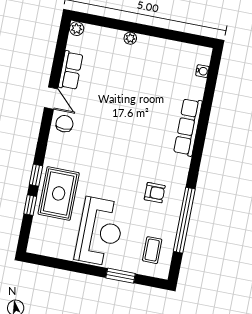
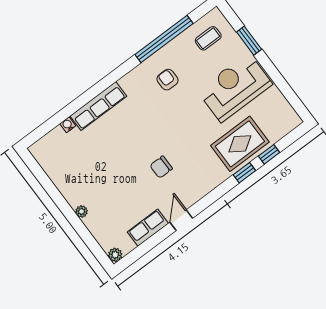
water cooler: (202, 71) -> (68, 125), moved
chair: (64, 124) -> (161, 167), moved

